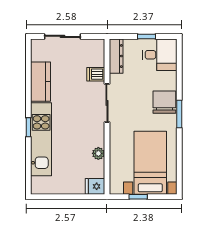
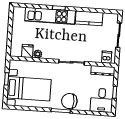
dishwasher: (96, 74) -> (107, 57), moved
chair: (164, 102) -> (69, 101), turned 180
fridge: (95, 186) -> (27, 51), moved

